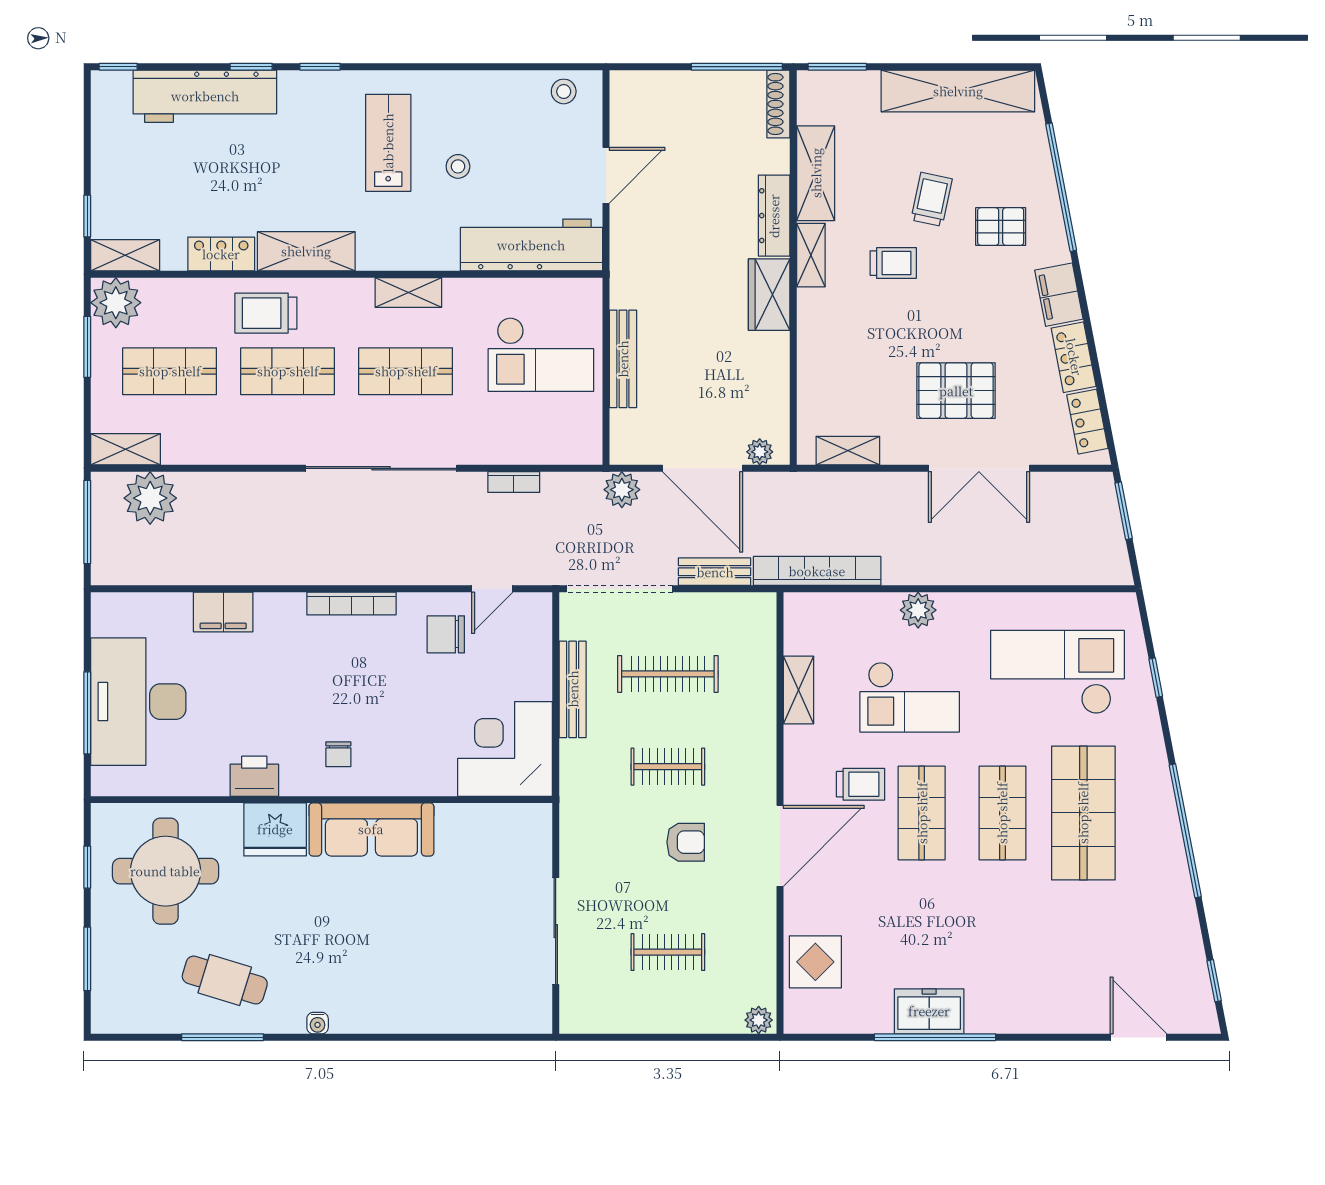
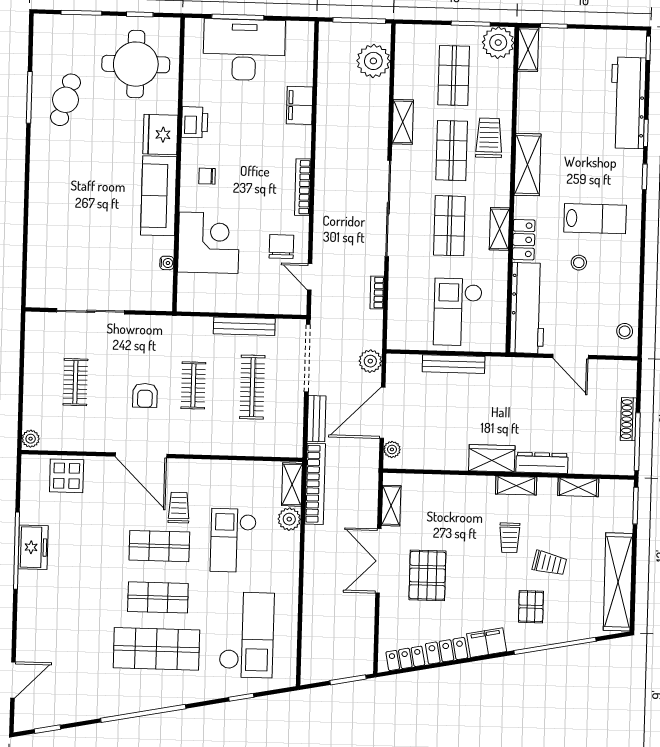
shoe rack: (778, 104) -> (628, 419), moved, turned -90
shelving: (816, 173) -> (578, 487), width x0.67, depth x0.75
locker: (221, 254) -> (524, 240), moved
shelving: (125, 449) -> (403, 122), moved
double door: (979, 468) -> (378, 561), moved
plant: (918, 610) -> (289, 519), moved
shelving: (799, 690) -> (292, 484), moved, turned 90
corner desk: (505, 749) -> (209, 243), moved
trolley: (860, 784) -> (179, 508), turned 180
water cooler: (318, 1023) -> (167, 263), moved, turned 180

